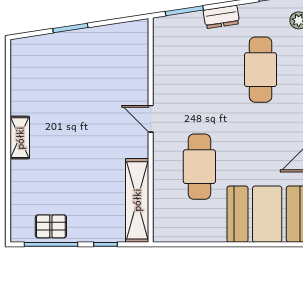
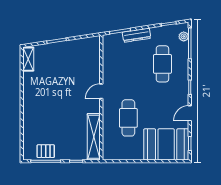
dresser: (221, 17) -> (137, 35), width x1.44
door: (151, 119) -> (101, 91), hinge flipped
shelving: (20, 138) -> (28, 59), moved

